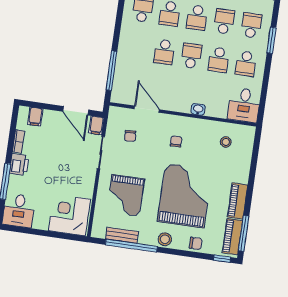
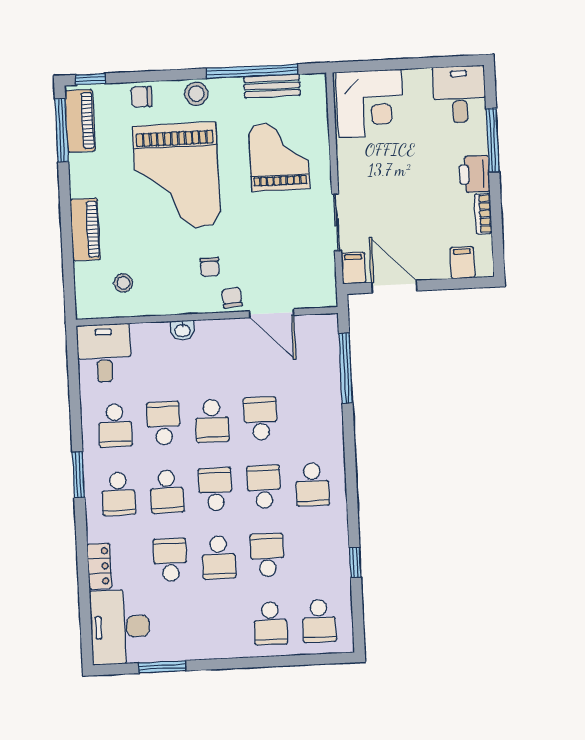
school desk: (246, 64) -> (115, 426), turned 180
chair: (130, 136) -> (232, 298), moved
piano: (238, 201) -> (85, 230), moved

